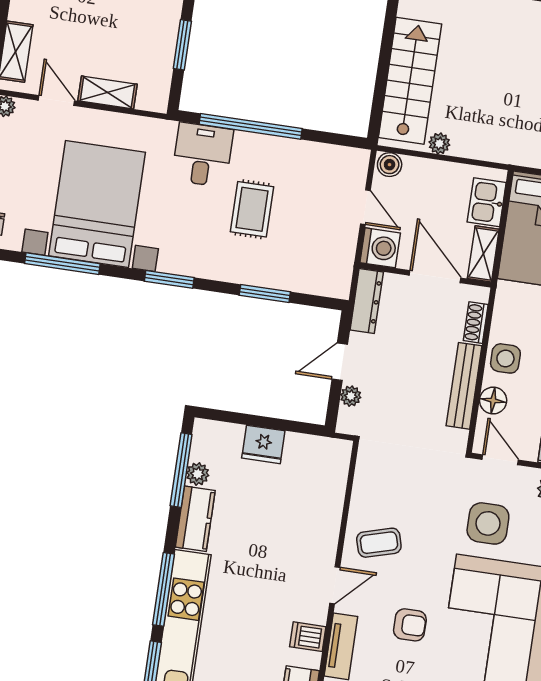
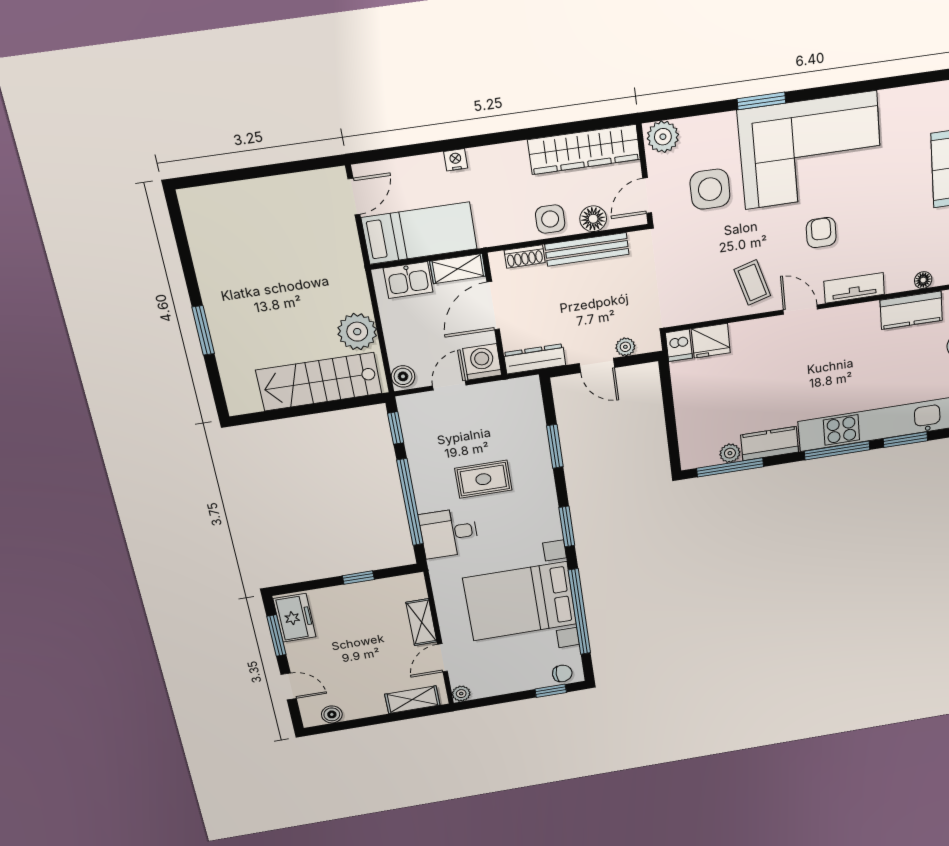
window: (182, 45) -> (358, 578), width x0.67
window: (337, 139) -> (396, 428), added
plant: (439, 143) -> (357, 332), width x1.87, depth x1.87
window: (62, 264) -> (579, 612), width x1.46
fridge: (263, 444) -> (711, 341), moved, turned 90
dishwasher: (308, 637) -> (679, 345), moved

